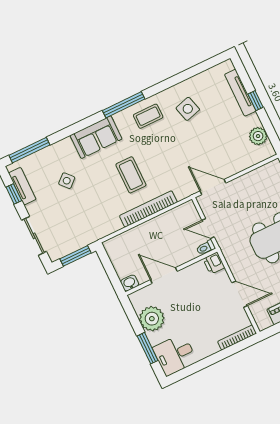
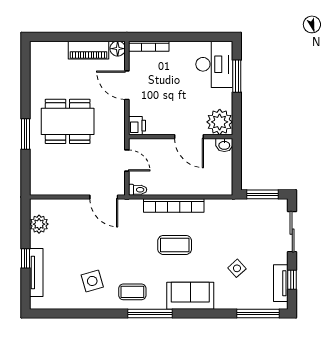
coffee table: (131, 175) -> (175, 245), turned 90
toilet: (206, 248) -> (138, 190), moved
plant: (152, 319) -> (220, 122), moved
floor lamp: (263, 322) -> (118, 49), added
desk: (175, 355) -> (214, 64), width x1.37

